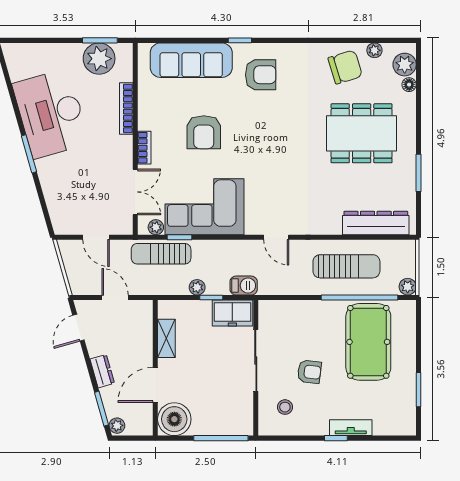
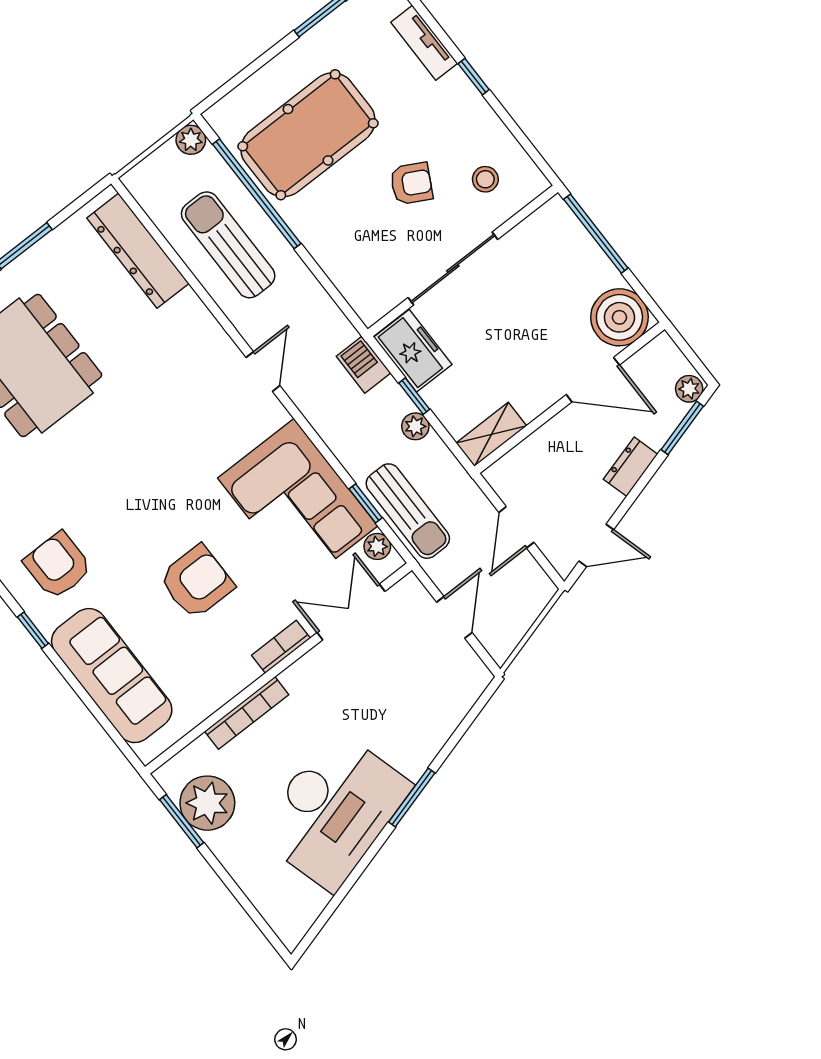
shelving: (166, 338) -> (491, 434), moved
armchair: (309, 372) -> (411, 183), turned 111
tv unit: (351, 428) -> (424, 43), moved

